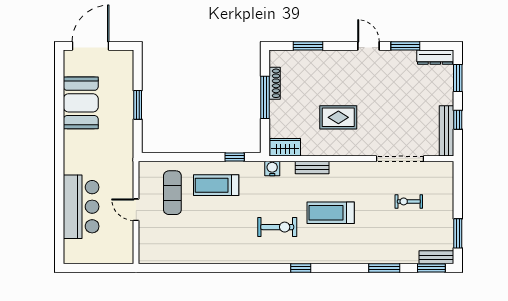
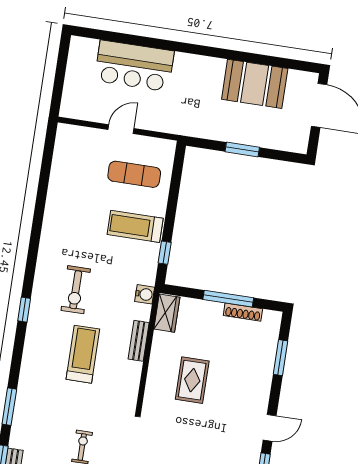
treadmill: (216, 185) -> (135, 226), turned -90

